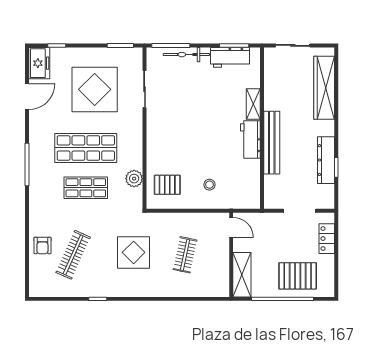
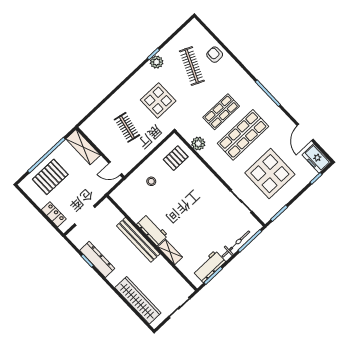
plant: (102, 289) -> (157, 62), added

